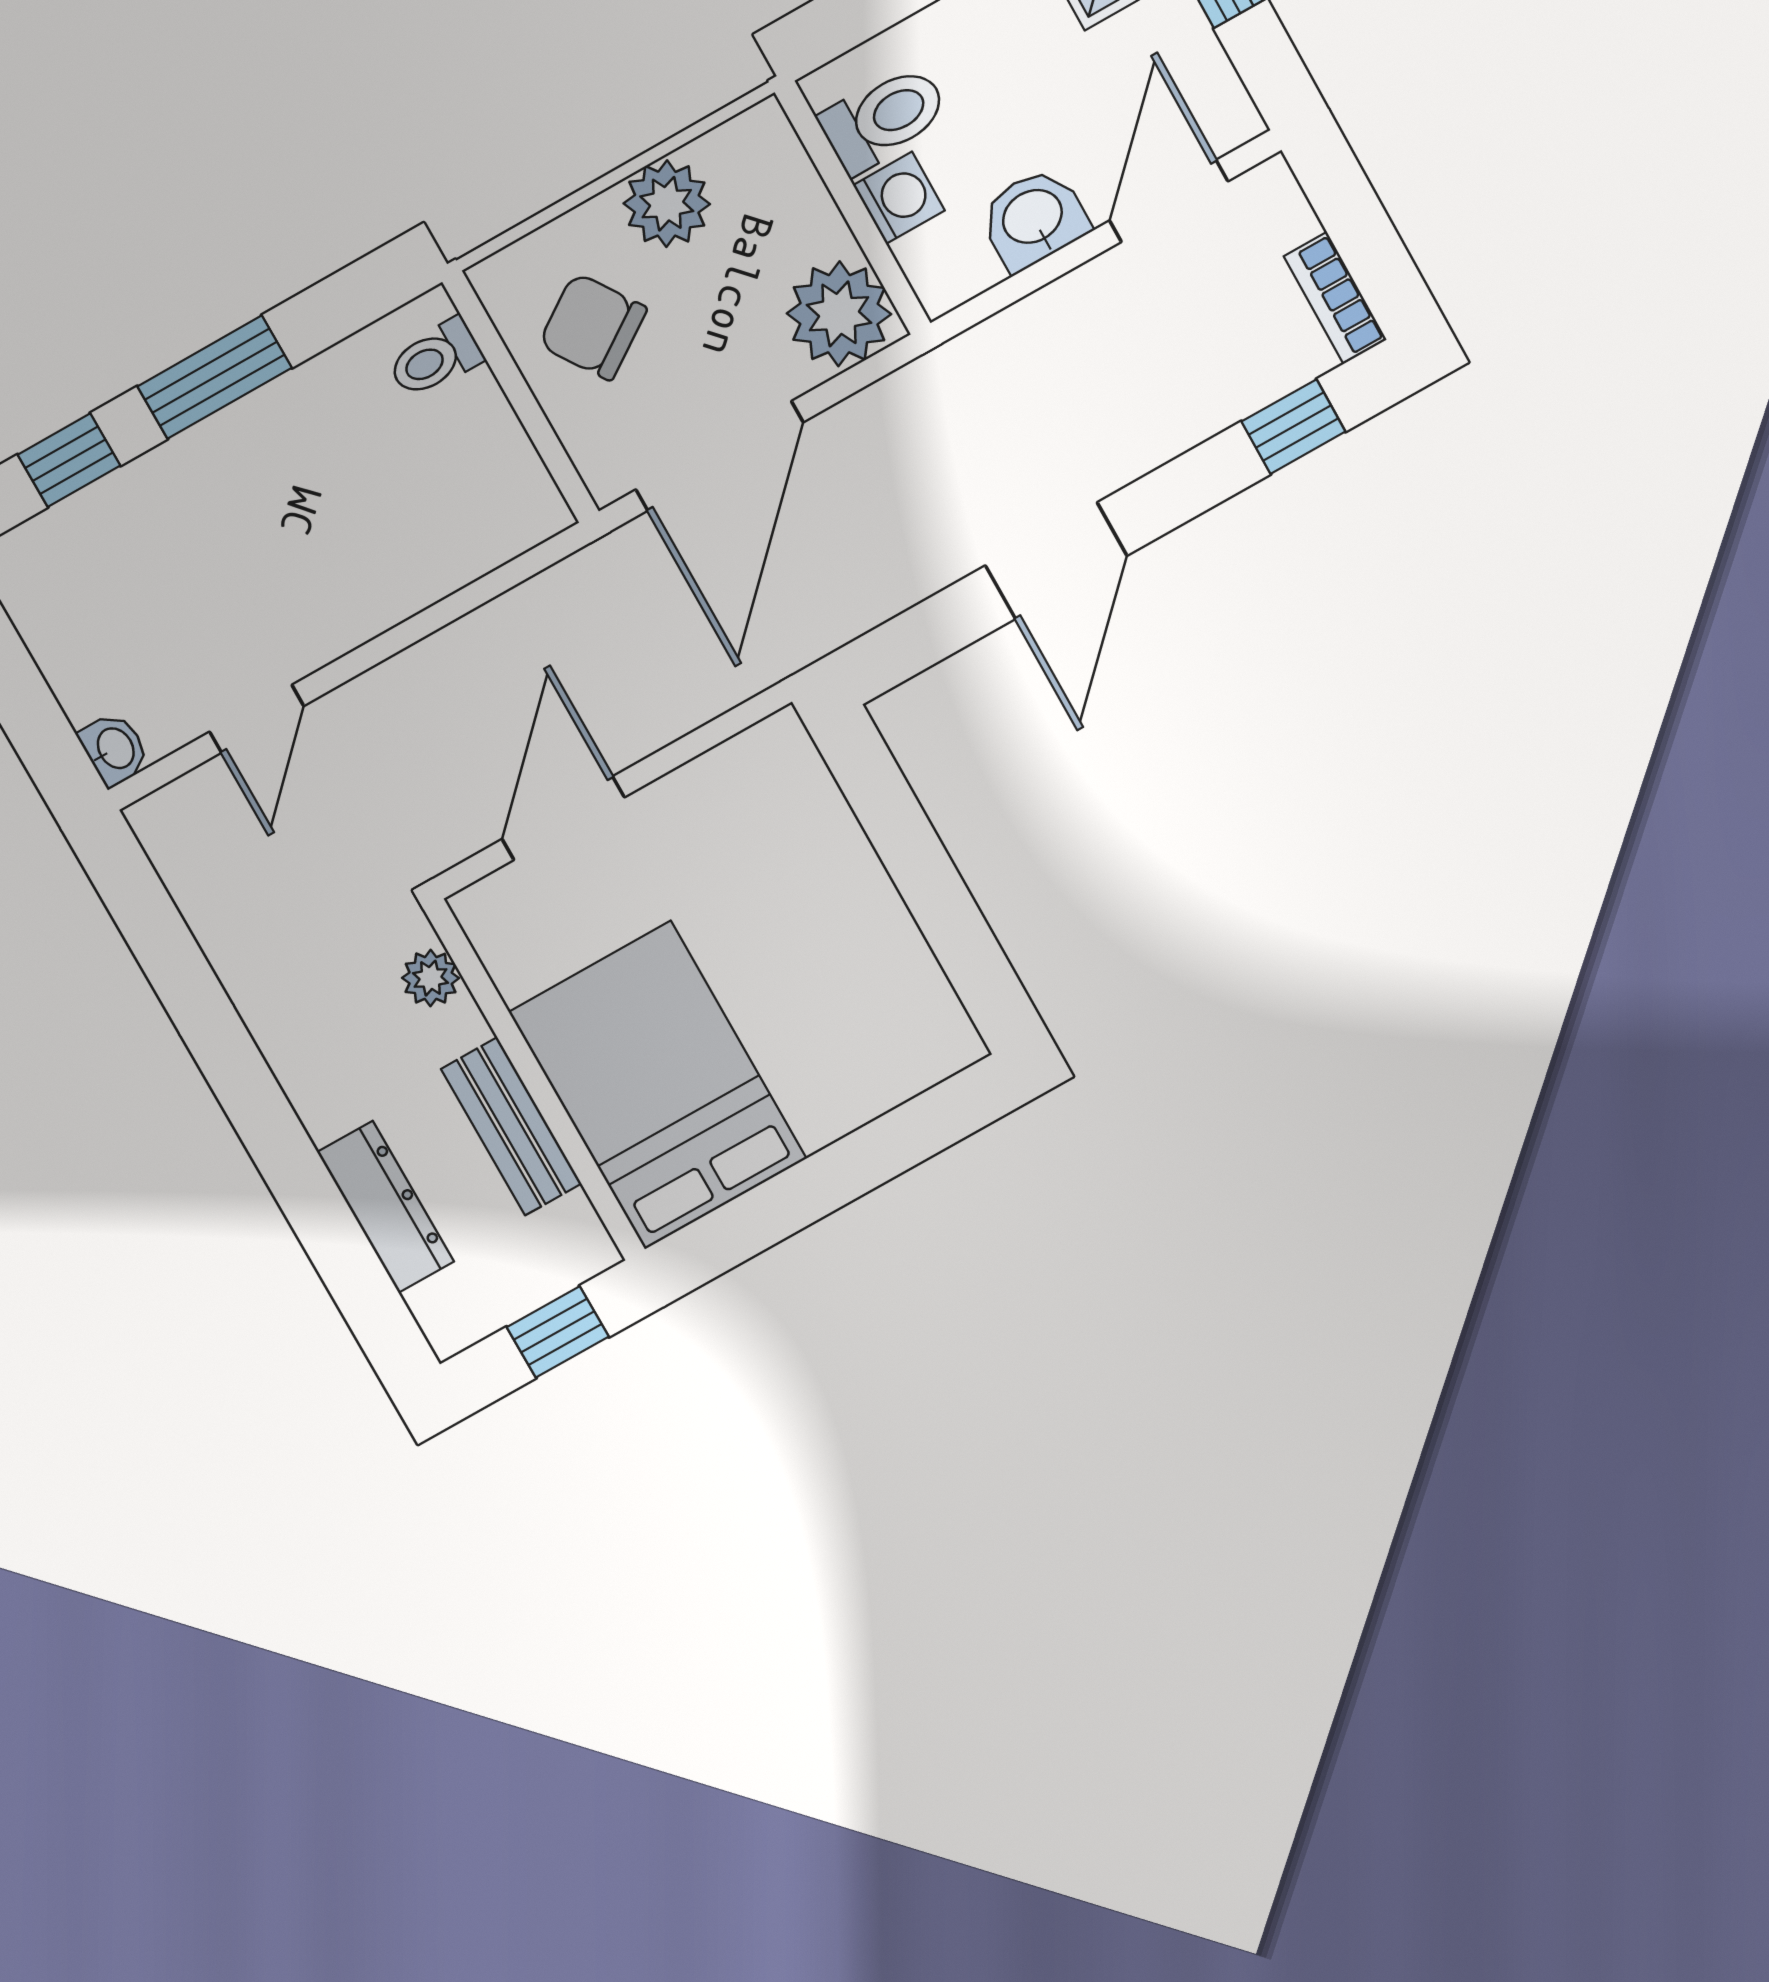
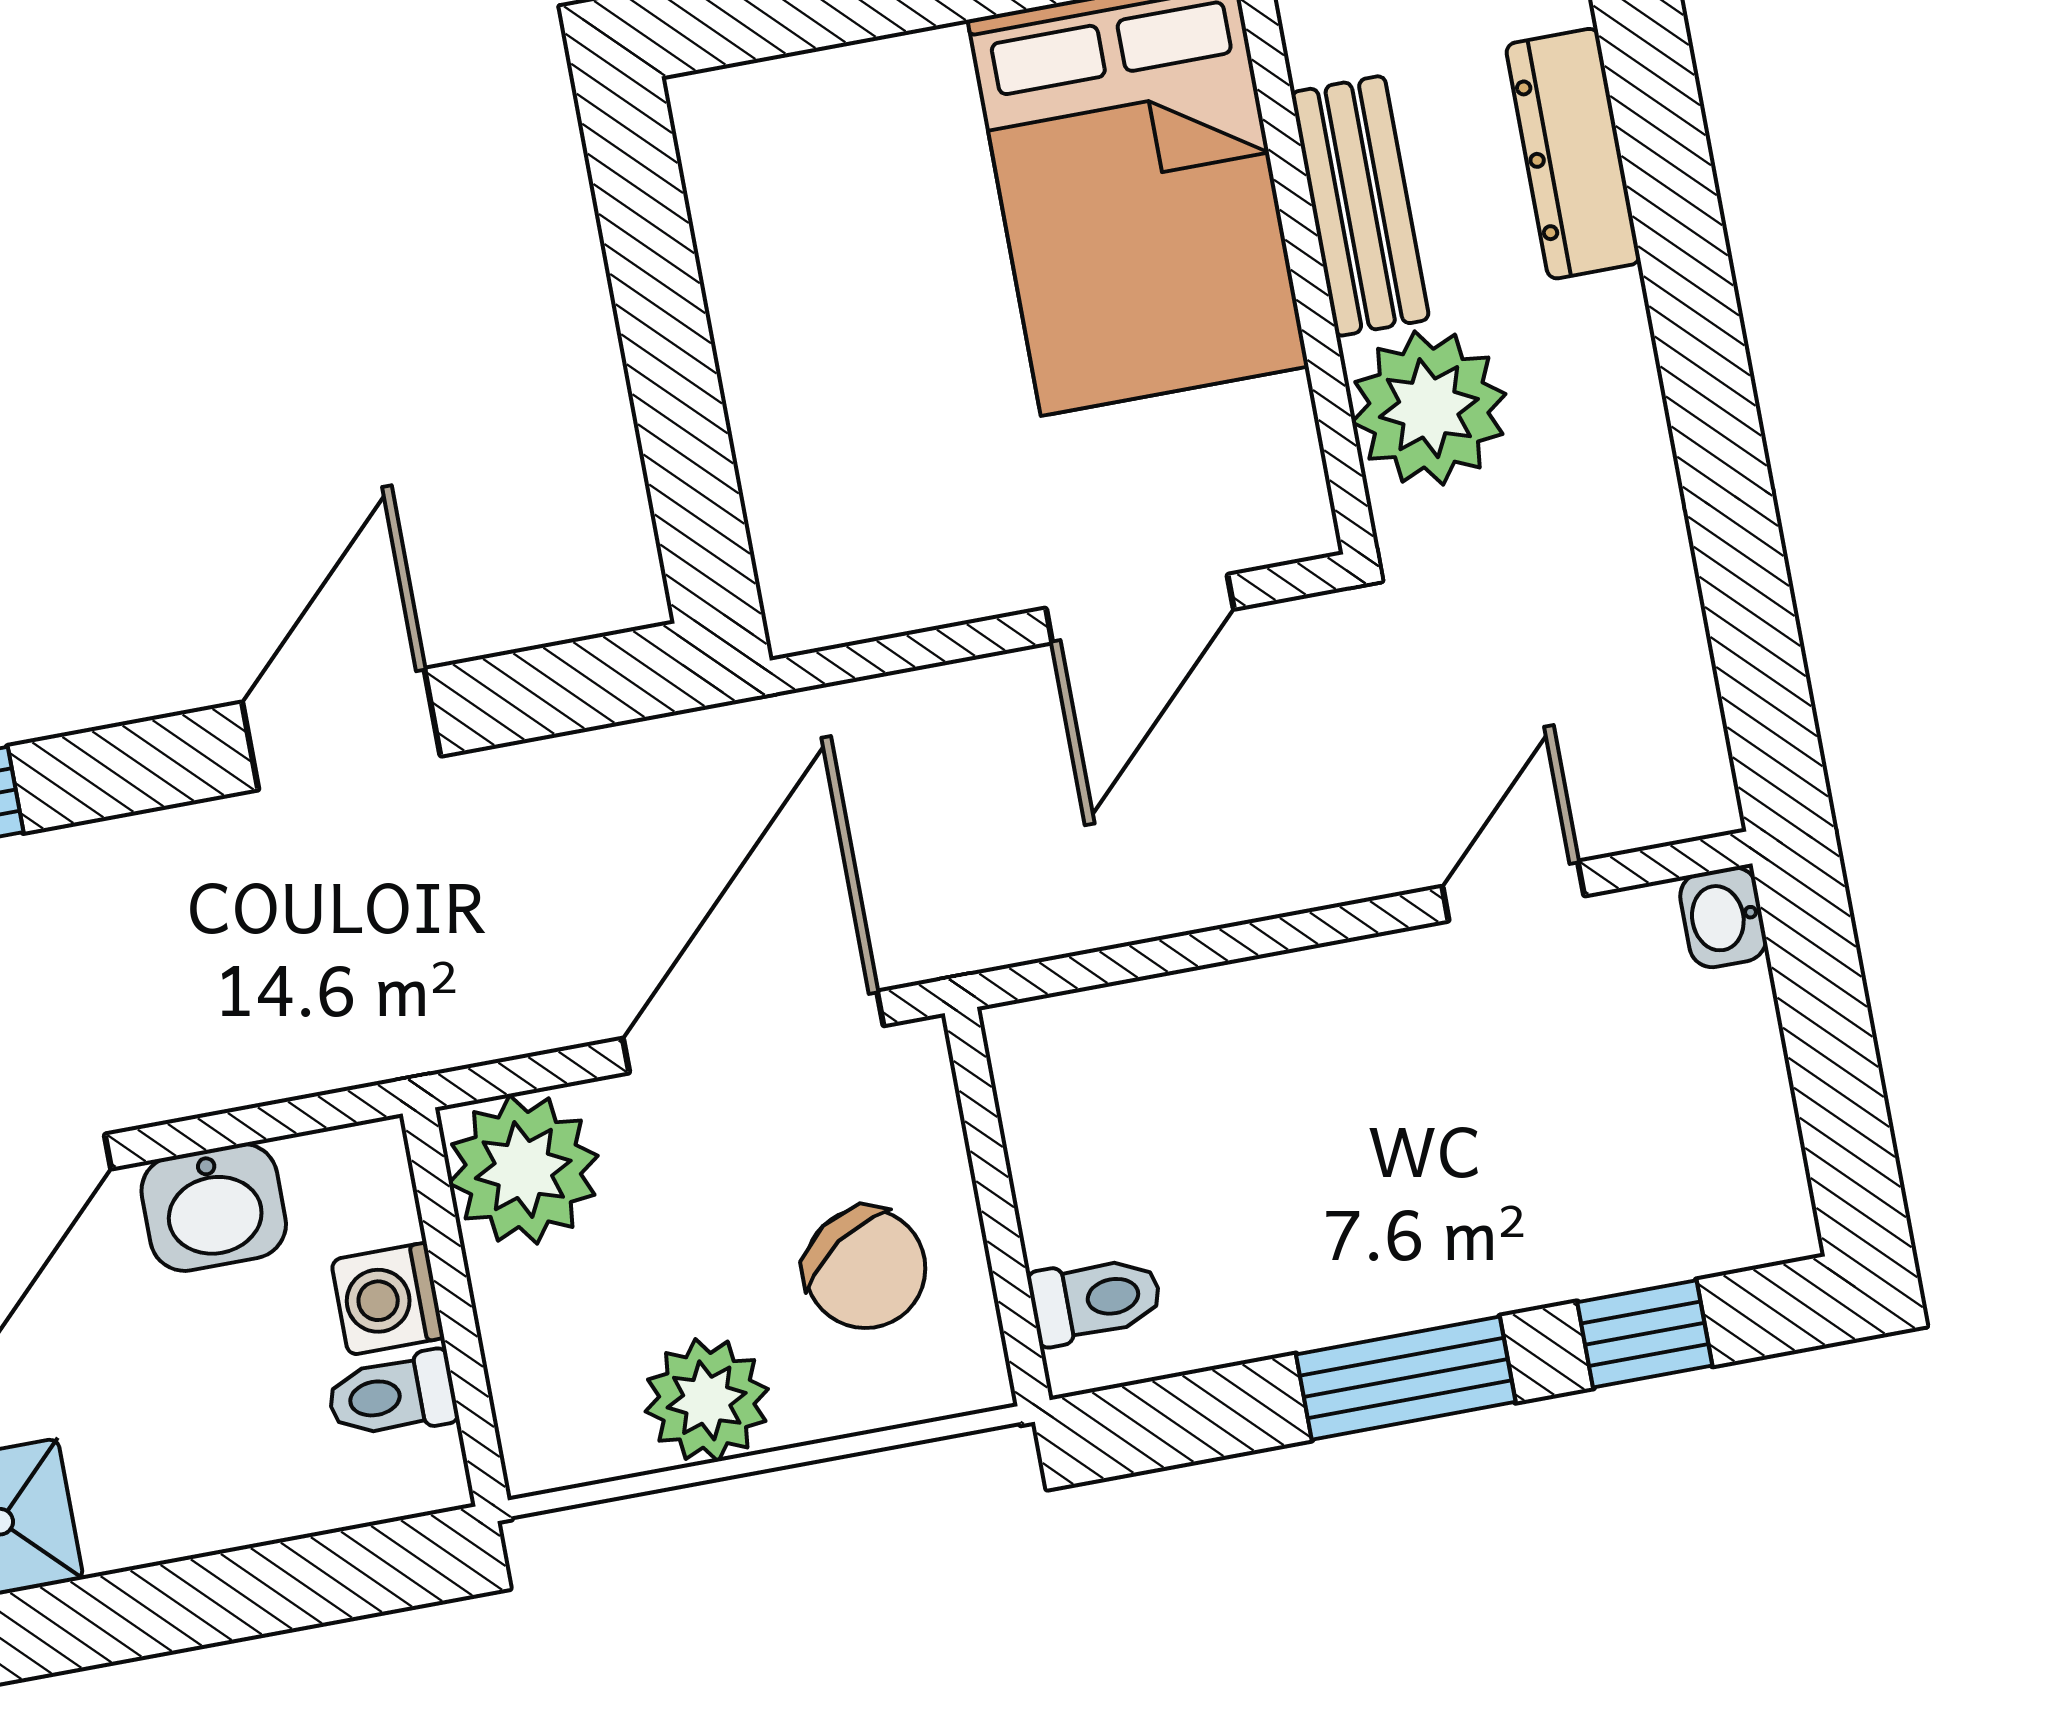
toilet: (884, 118) -> (392, 1395), width x0.73, depth x0.72
plant: (431, 978) -> (1429, 408), width x1.88, depth x1.88

